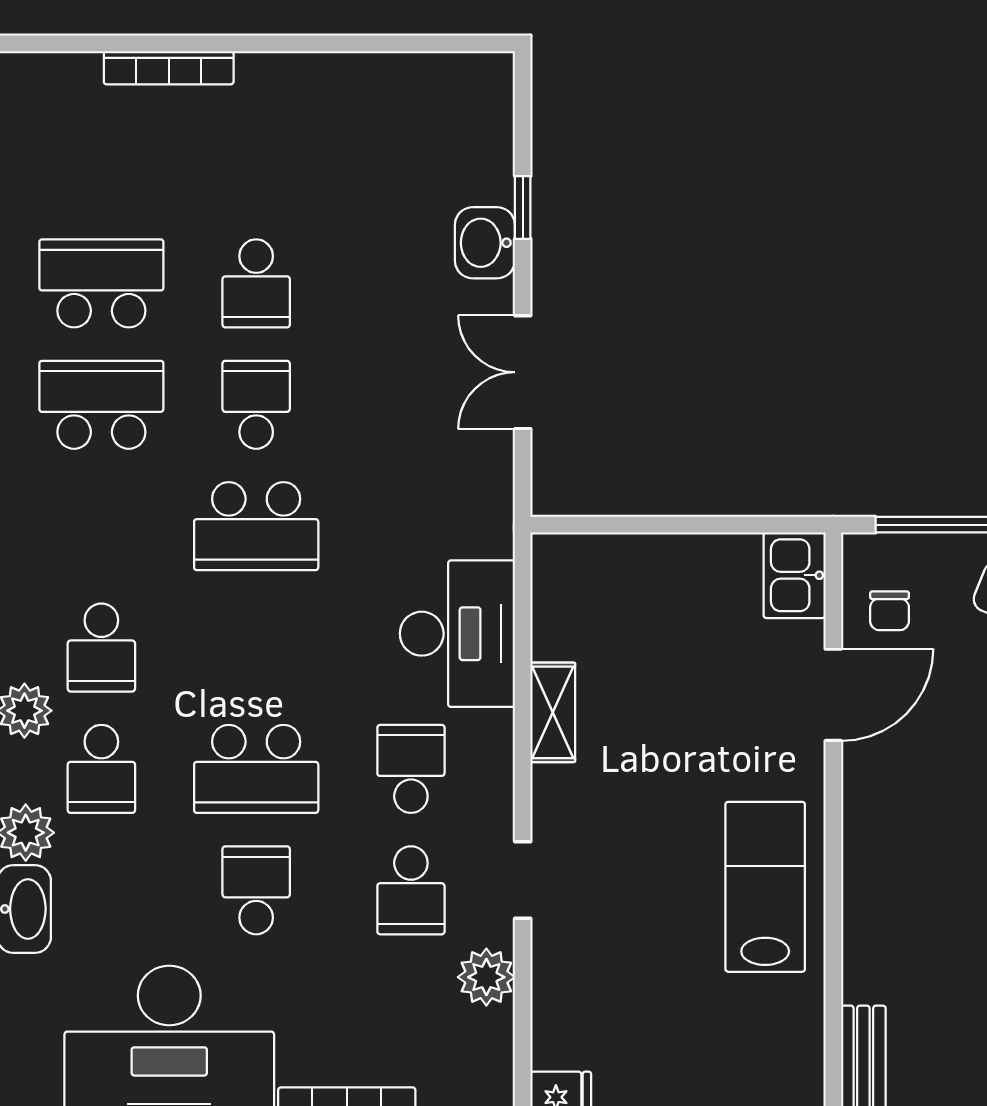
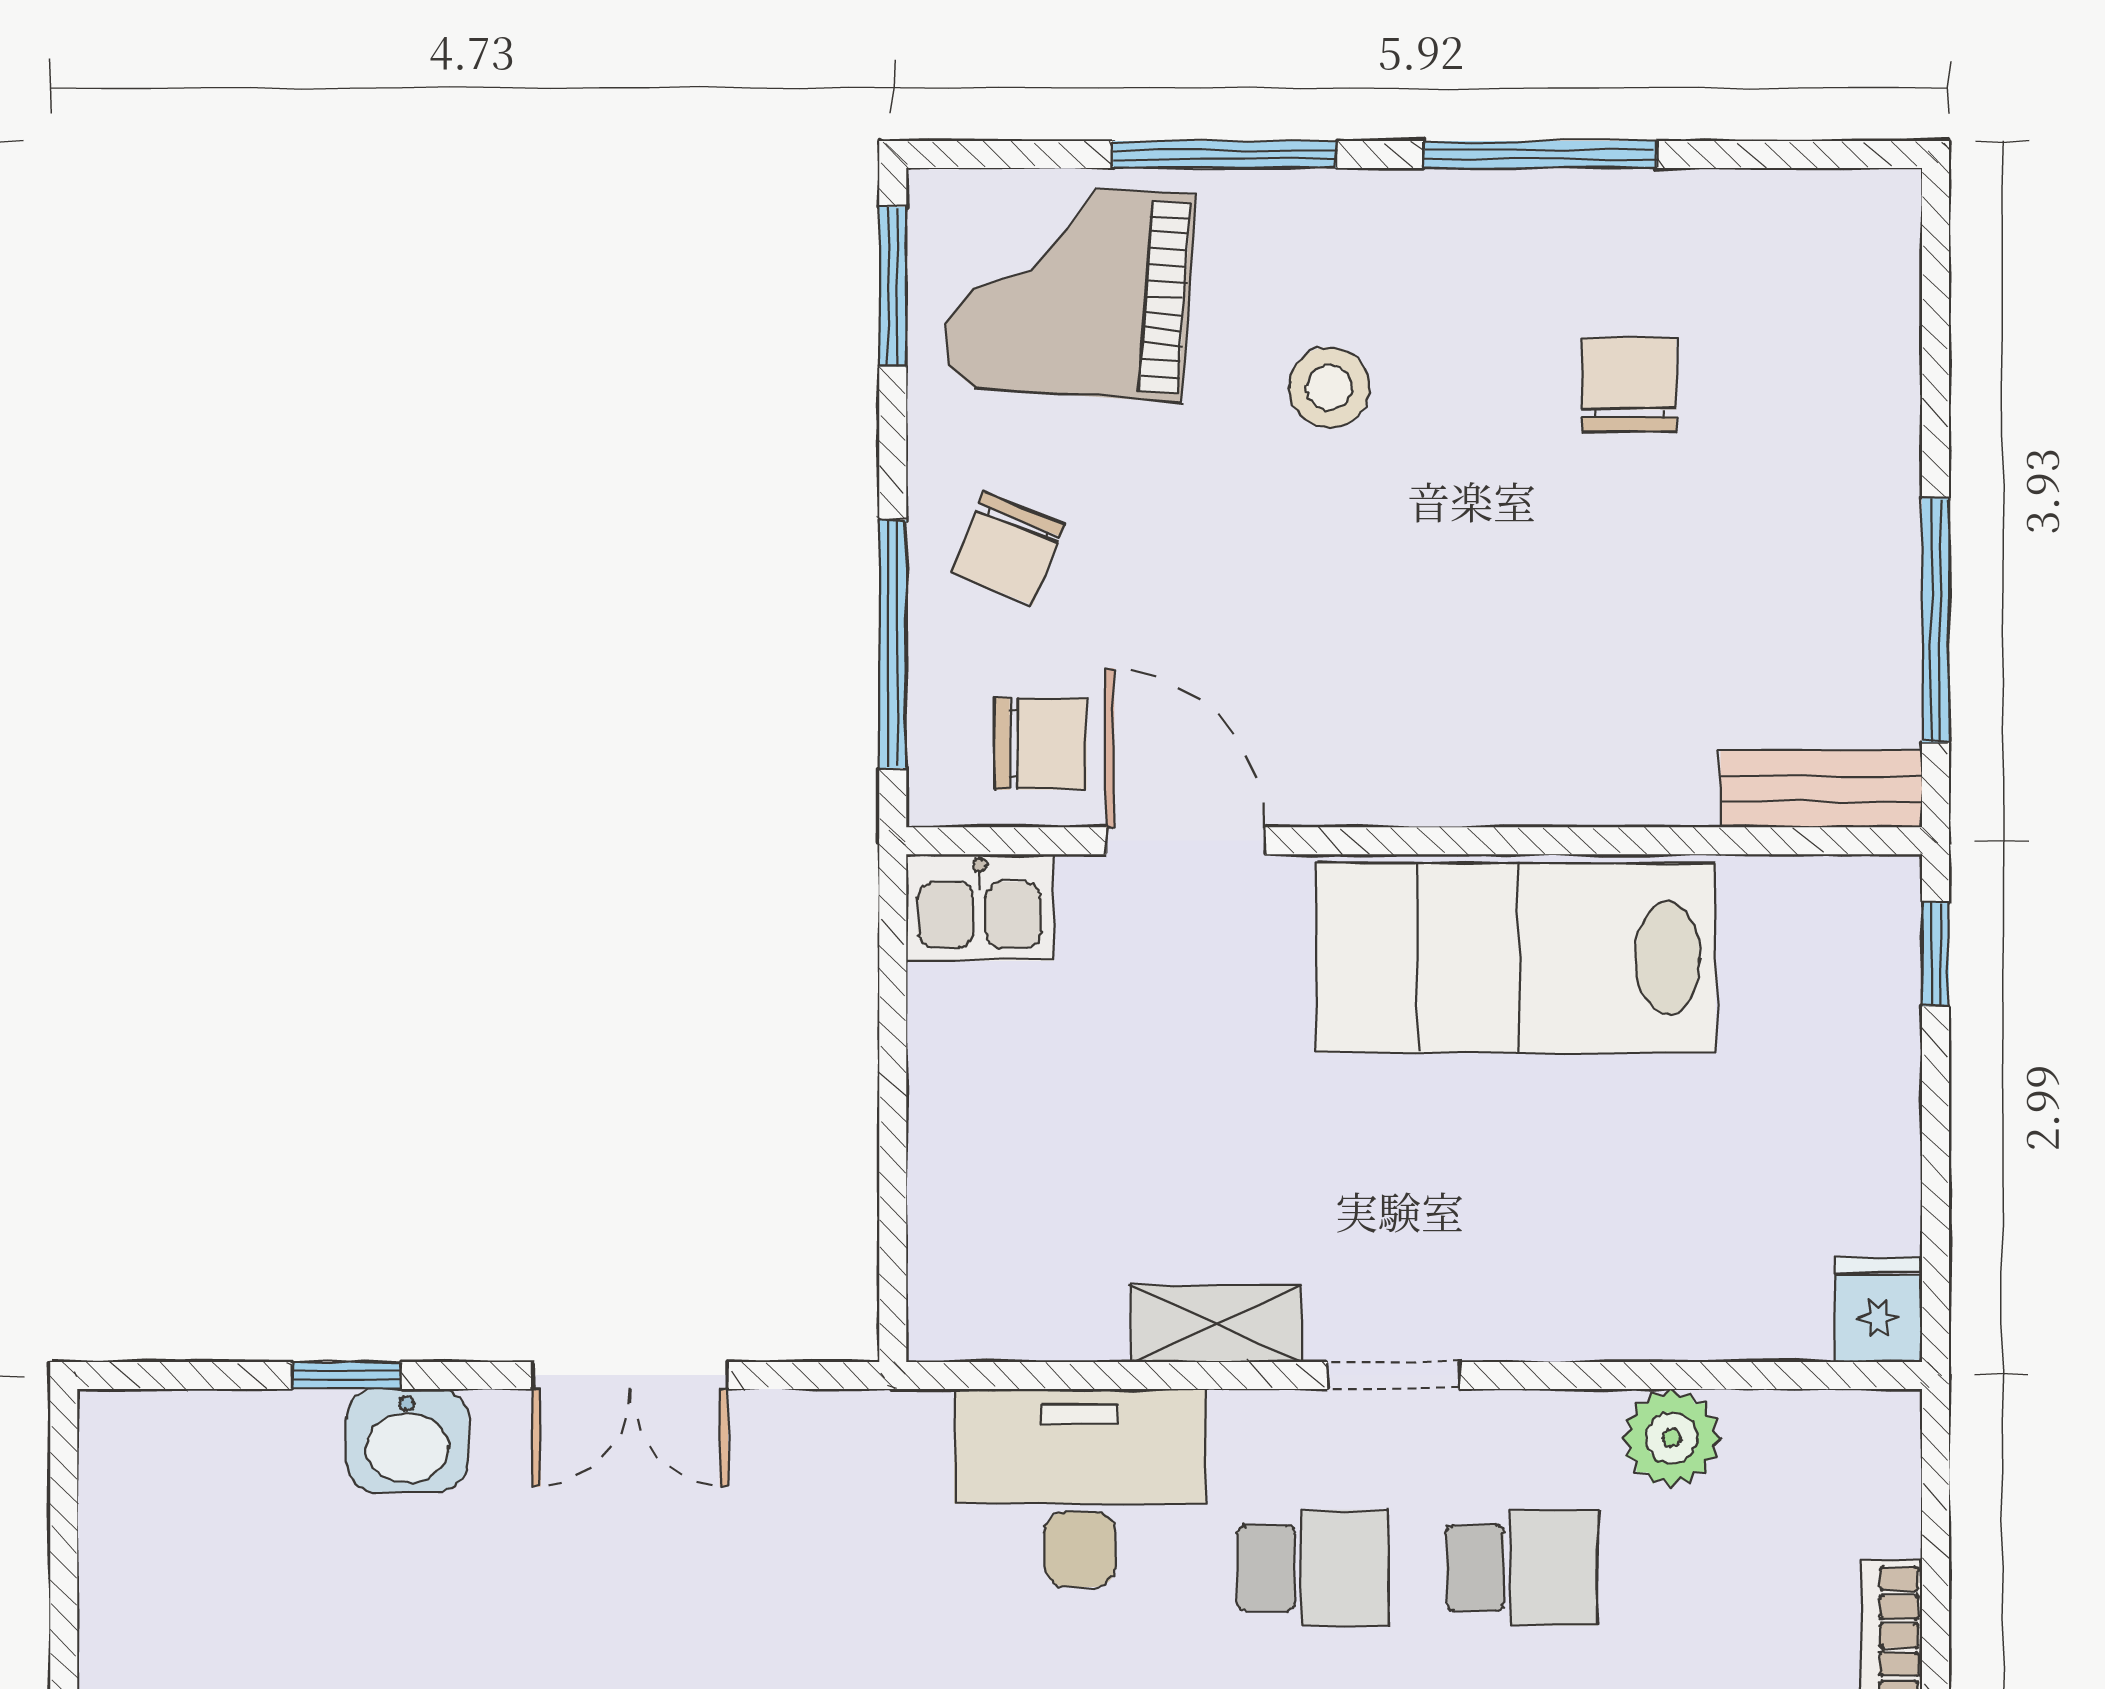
chair: (890, 611) -> (1041, 744), width x1.37, depth x1.37
school desk: (411, 769) -> (1313, 1568), turned 180
doorway: (523, 880) -> (1394, 1375), moved
lab bench: (765, 887) -> (1516, 958), width x1.36, depth x1.39

